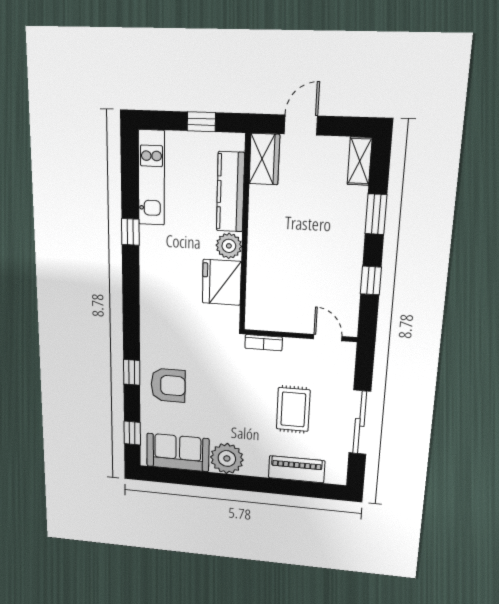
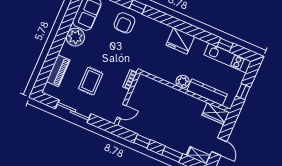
door: (301, 125) -> (219, 147), moved
window: (130, 232) -> (225, 45), moved
fridge: (222, 282) -> (180, 41), moved, turned 180
rug: (293, 409) -> (91, 81), turned 90

